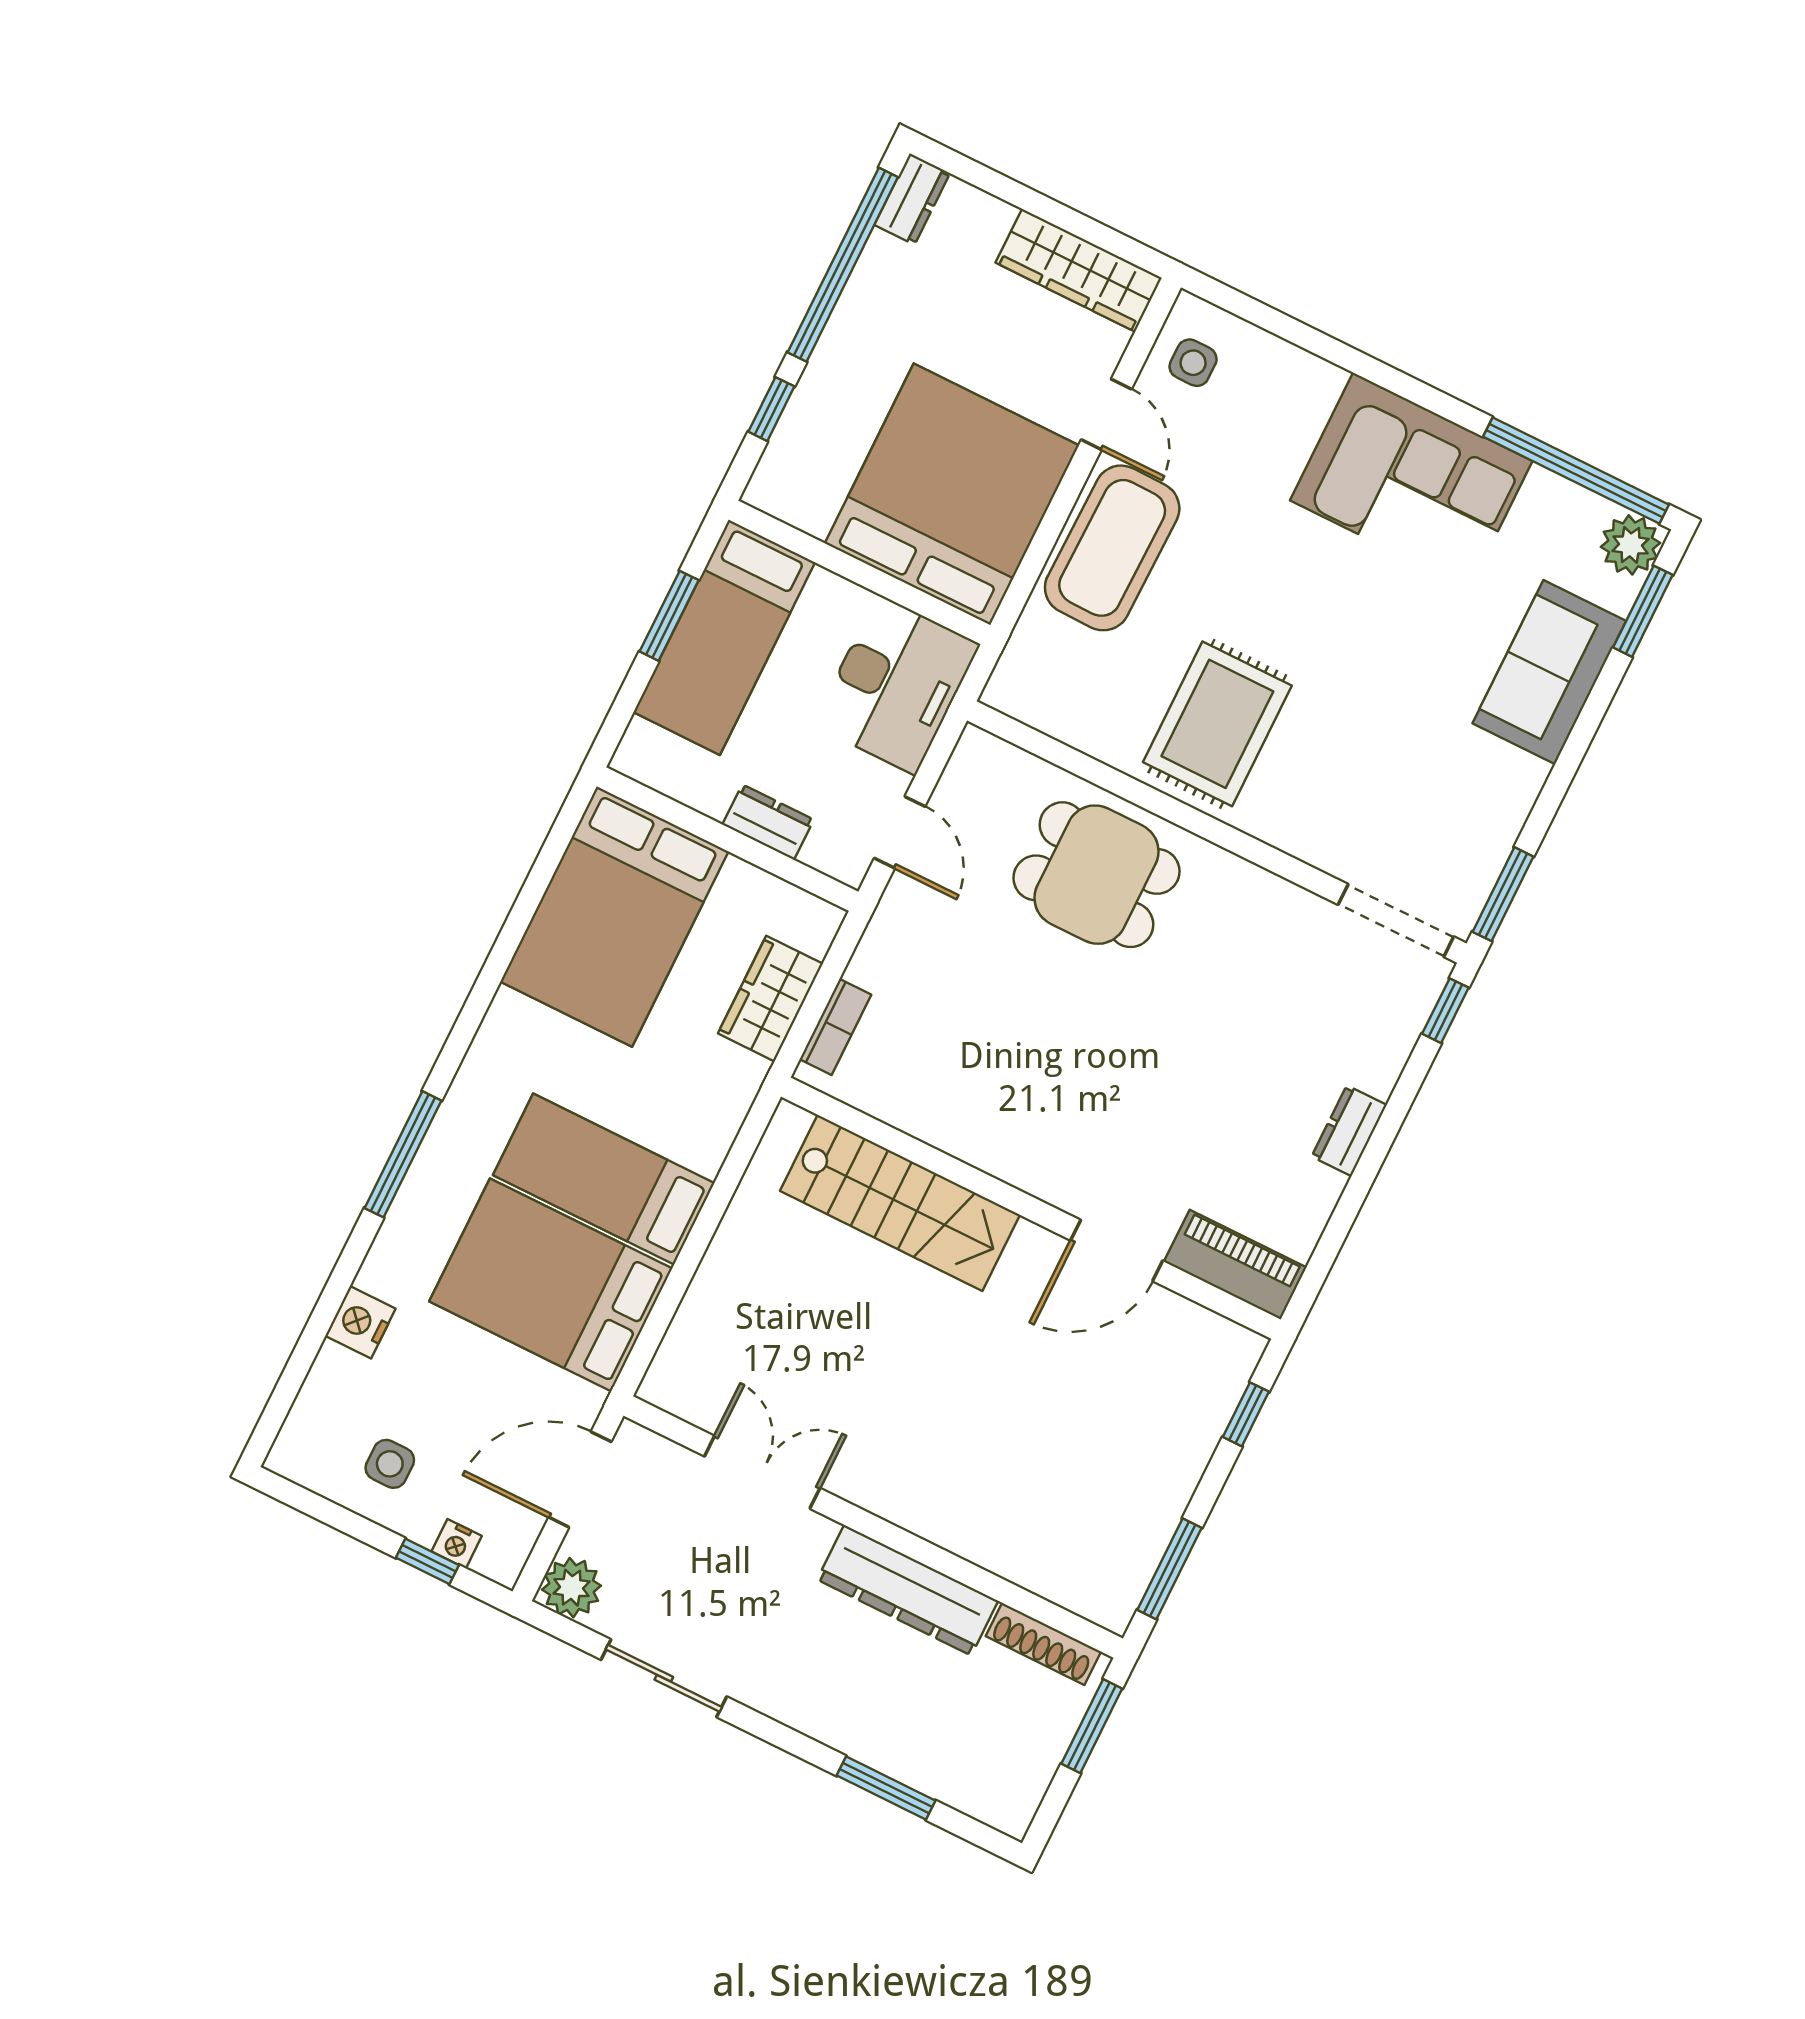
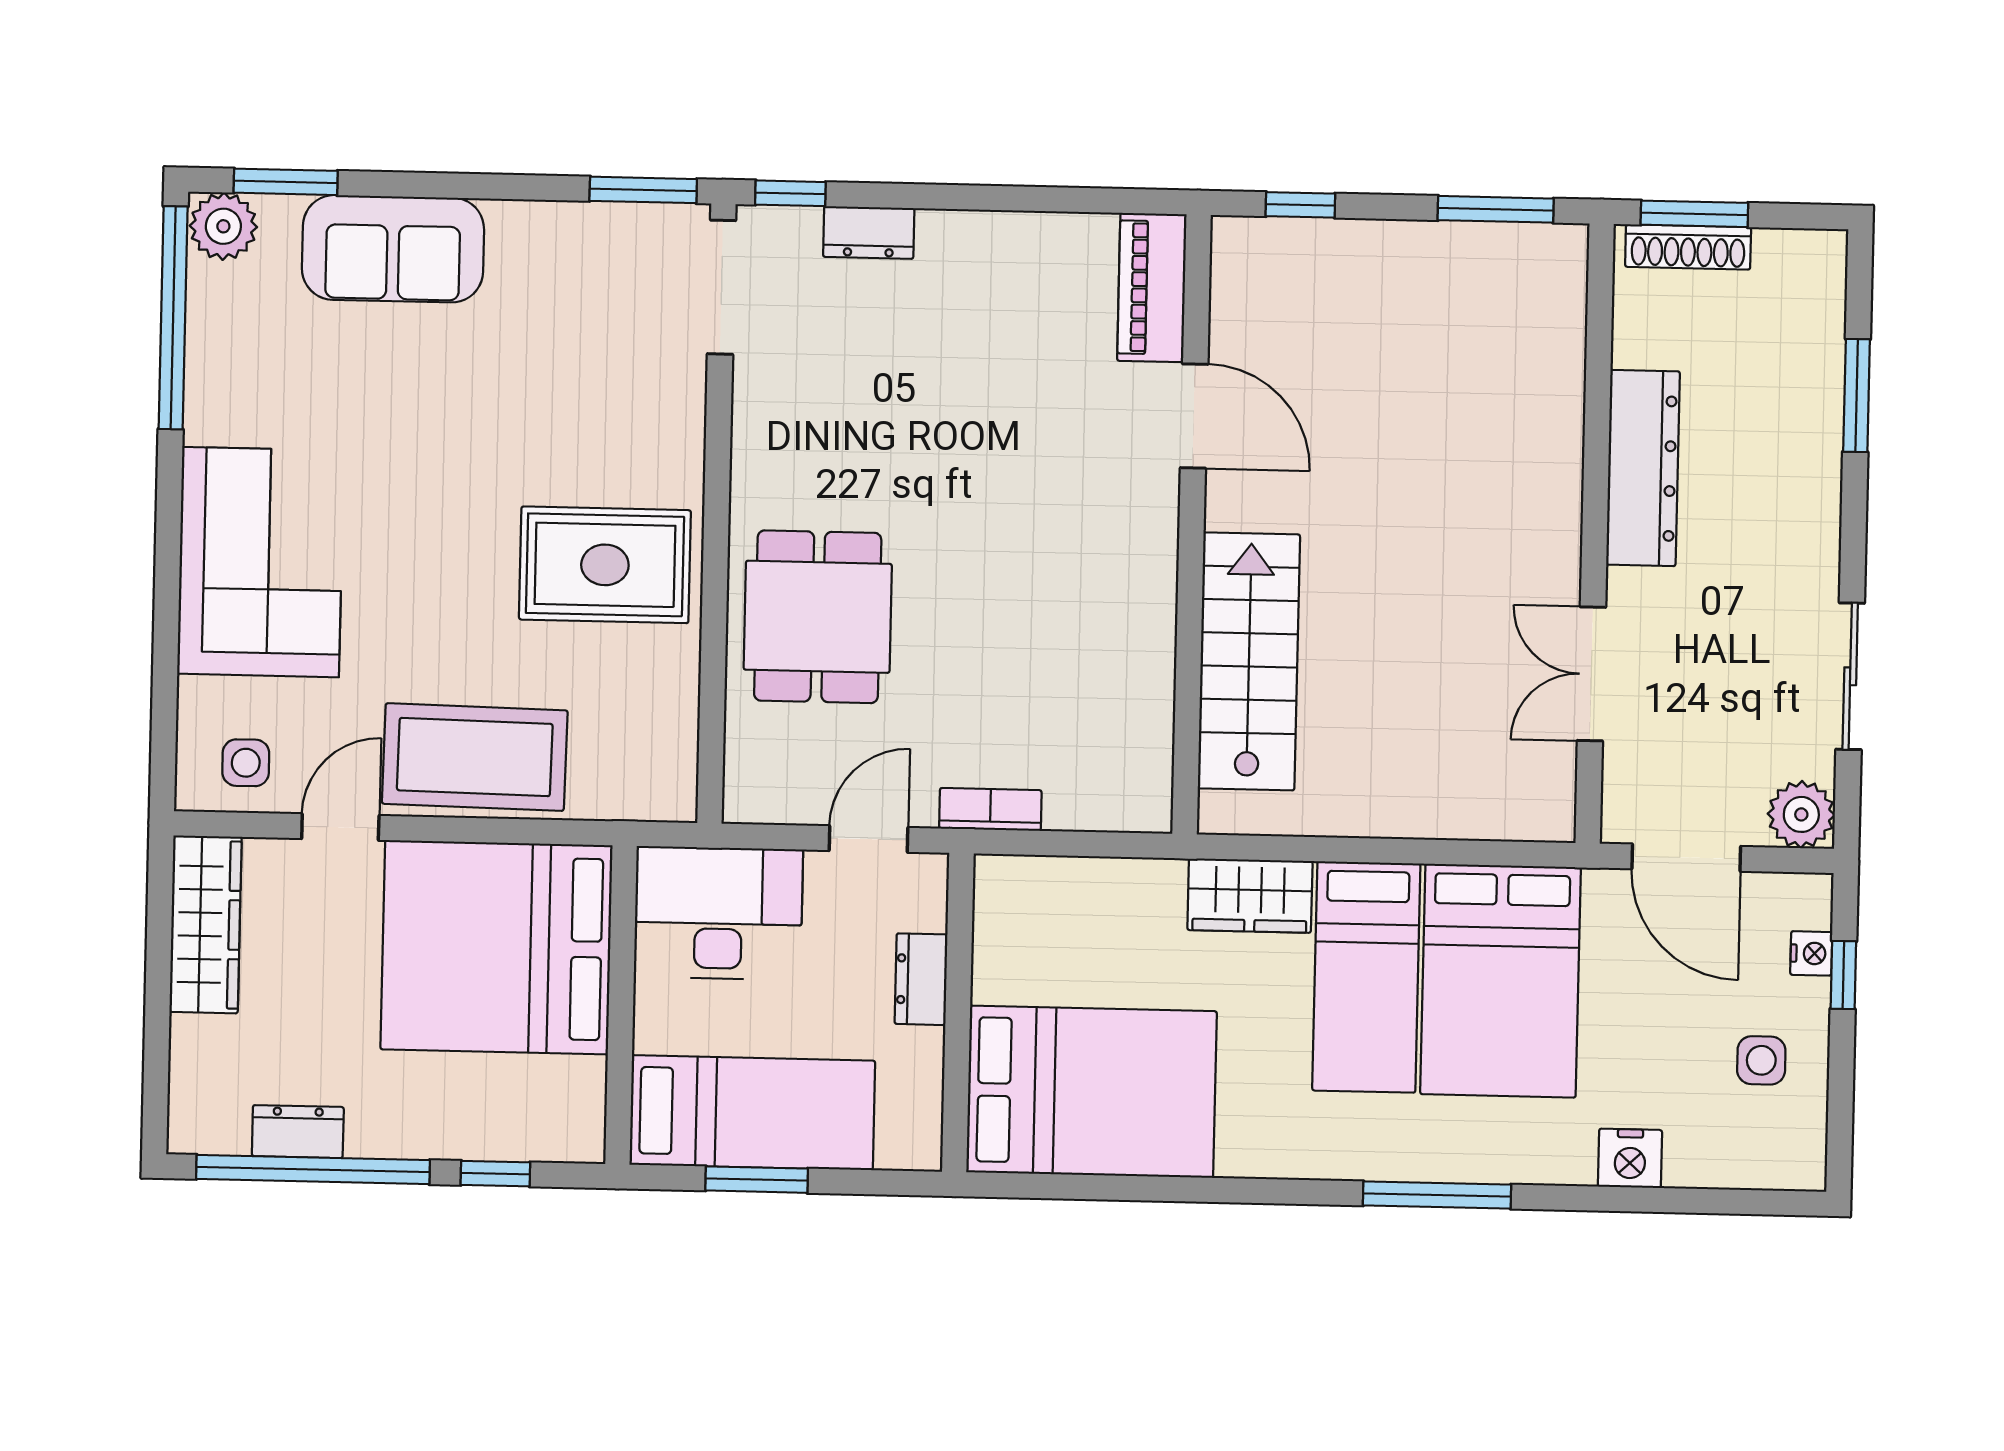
dresser: (912, 199) -> (298, 1132), moved
corner sofa: (1411, 481) -> (261, 562), moved
wardrobe: (770, 999) -> (1250, 896), moved
bookcase: (835, 1027) -> (990, 809), moved
dresser: (1349, 1131) -> (869, 233), moved
shoe rack: (1043, 1644) -> (1688, 247), moved, turned 90

